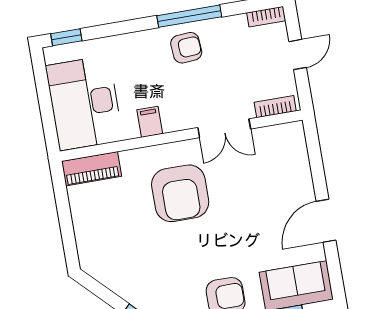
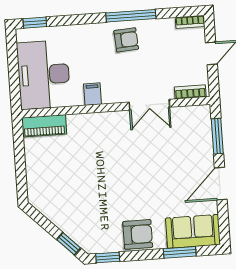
window: (316, 160) -> (217, 136), added
armchair: (180, 193) -> (111, 151), removed

